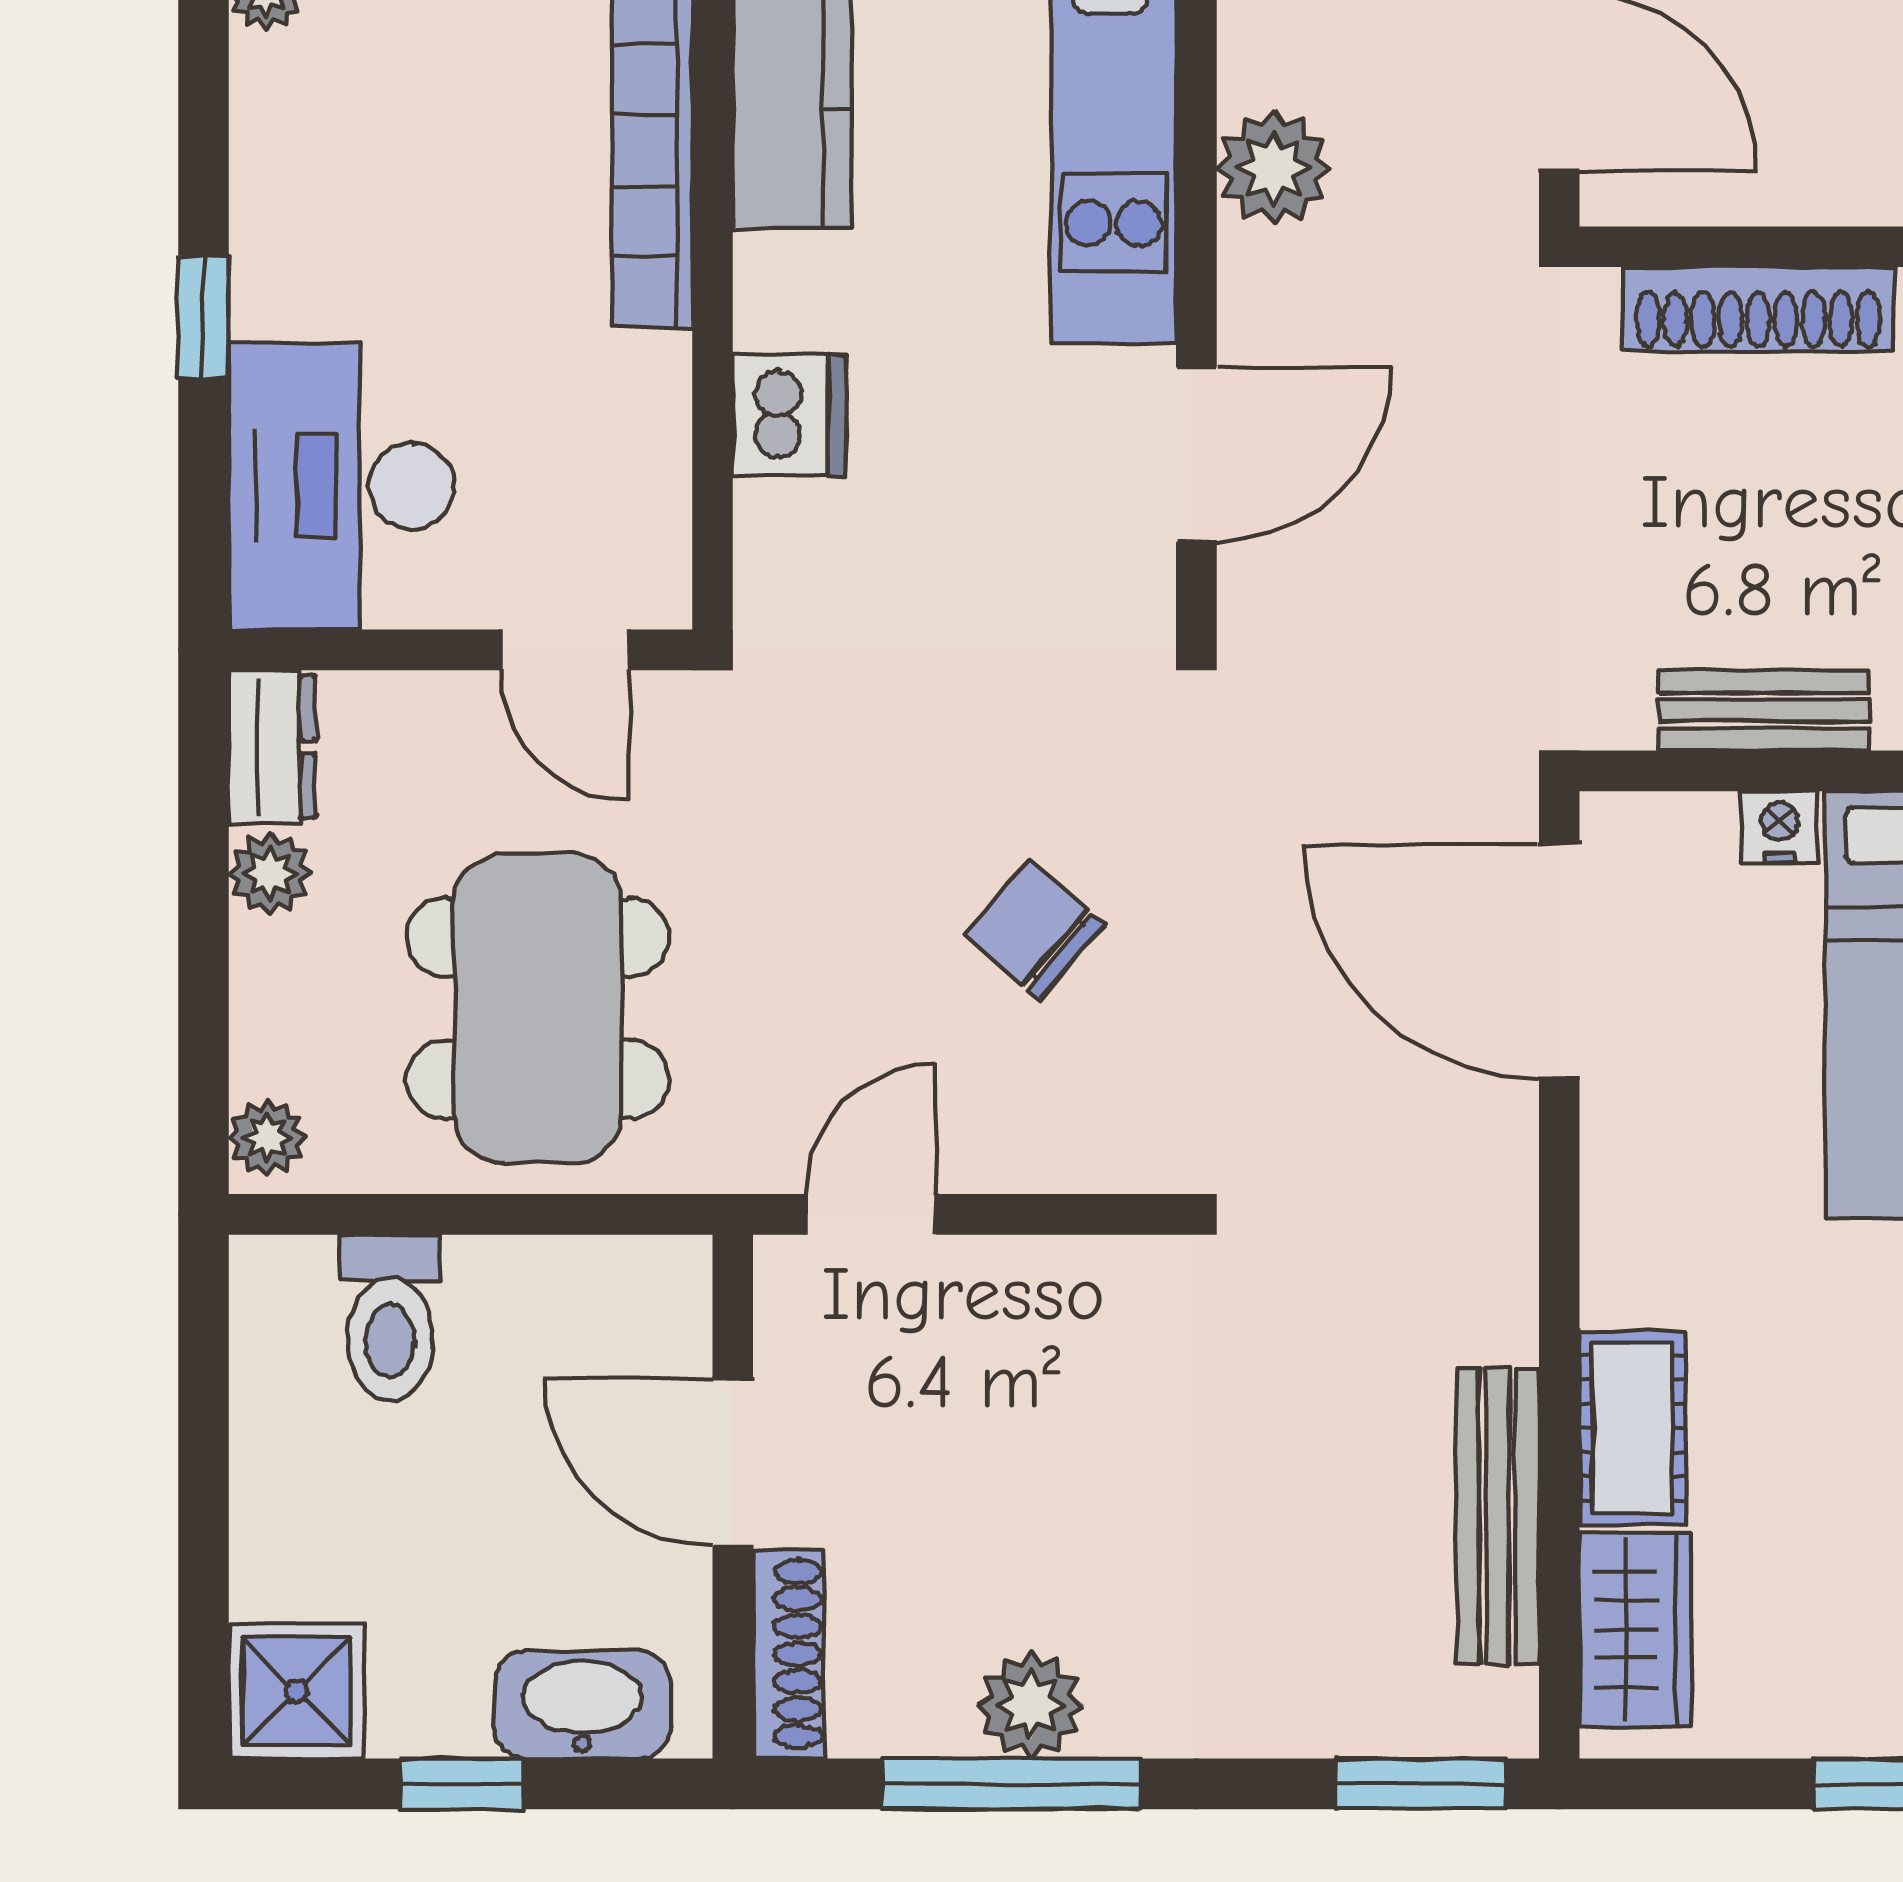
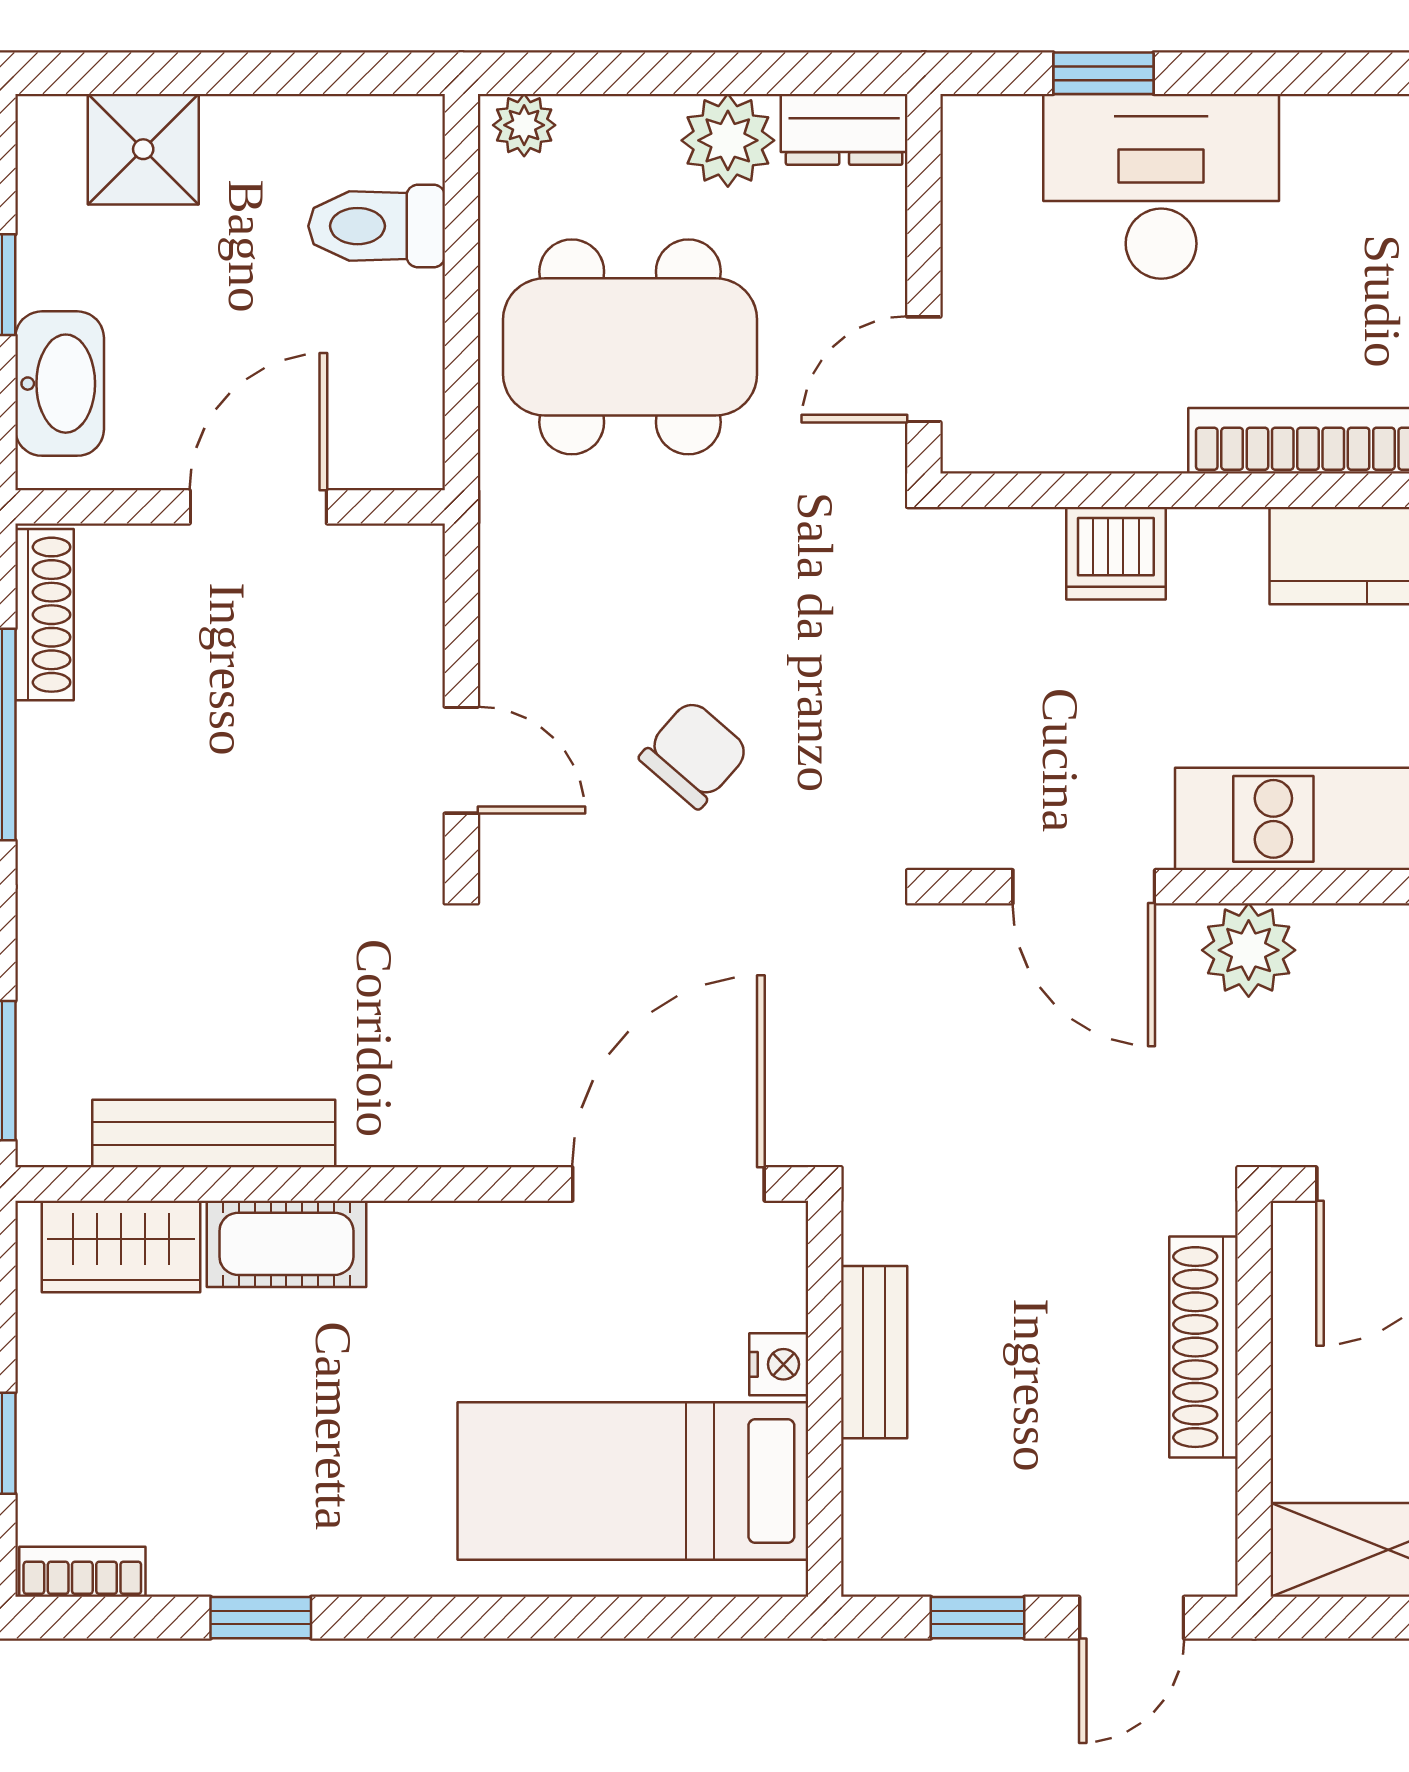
plant: (1274, 168) -> (1249, 950), moved
window: (204, 317) -> (1103, 73), moved
desk: (342, 486) -> (1161, 186), moved
plant: (270, 874) -> (728, 140), width x1.38, depth x1.38
door: (870, 1214) -> (461, 760), moved
shoe rack: (788, 1654) -> (45, 615), moved, turned -90
shower: (296, 1691) -> (143, 149), moved
plant: (1031, 1705) -> (59, 751), removed

